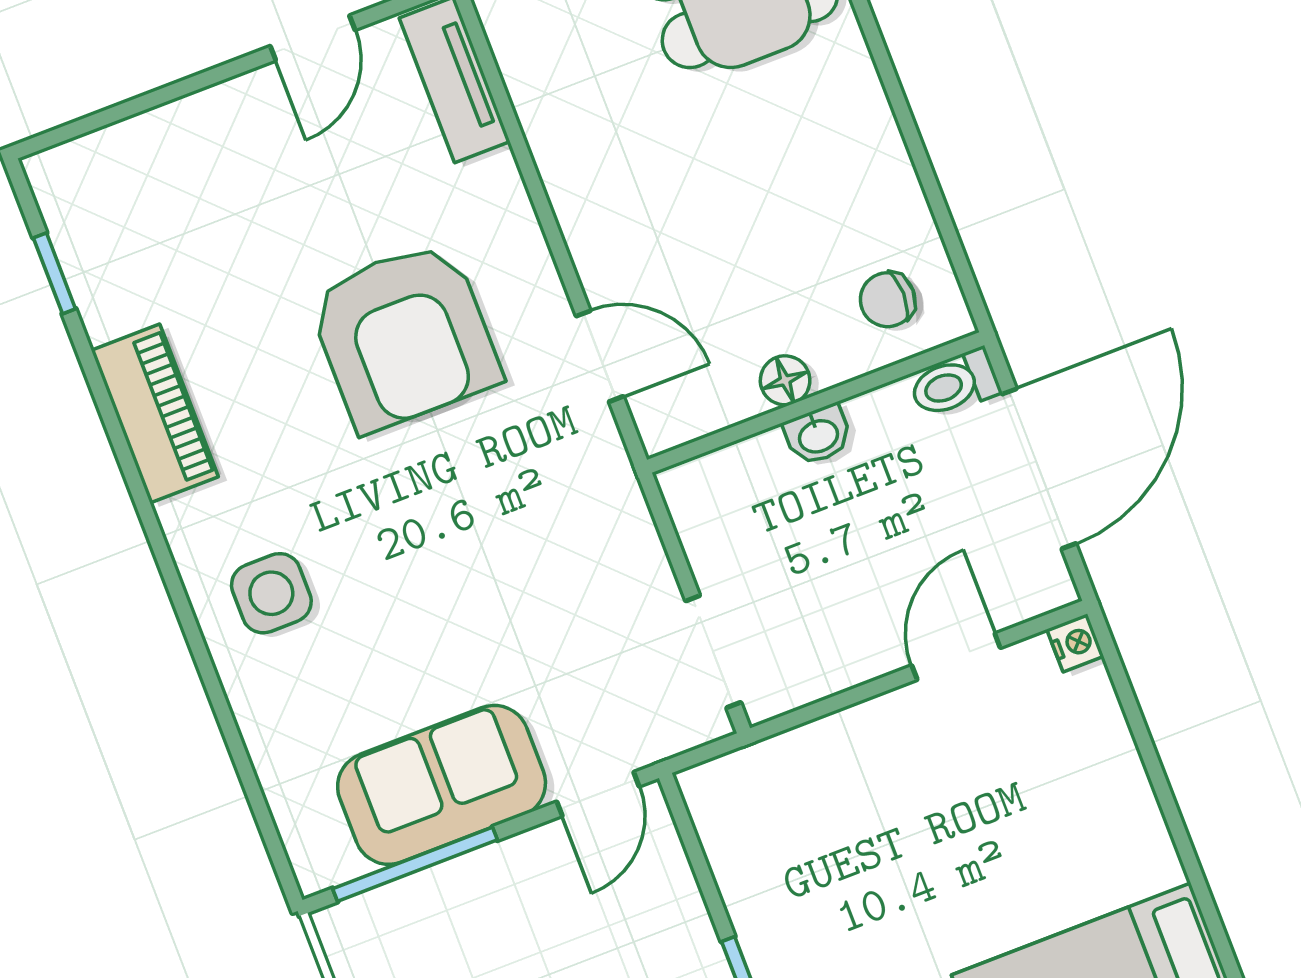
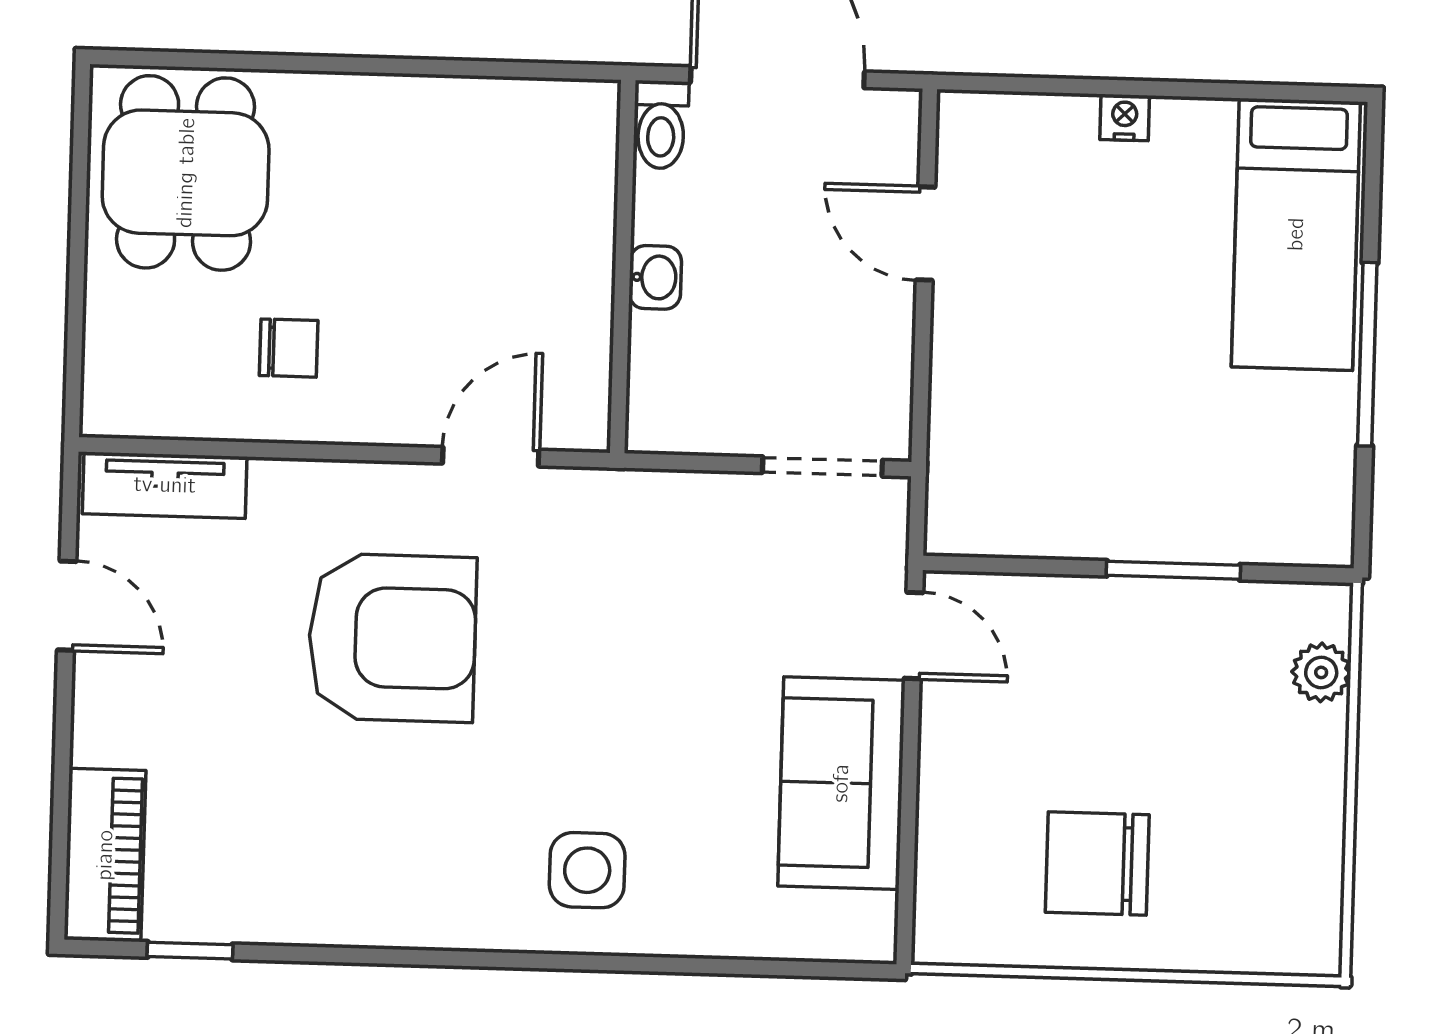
chair: (888, 300) -> (289, 348), moved, turned -90
floor lamp: (785, 380) -> (589, 287), removed
piano: (155, 414) -> (105, 855), moved, turned 90
nightstand: (1075, 643) -> (1125, 117), moved
window: (415, 864) -> (907, 841), removed

